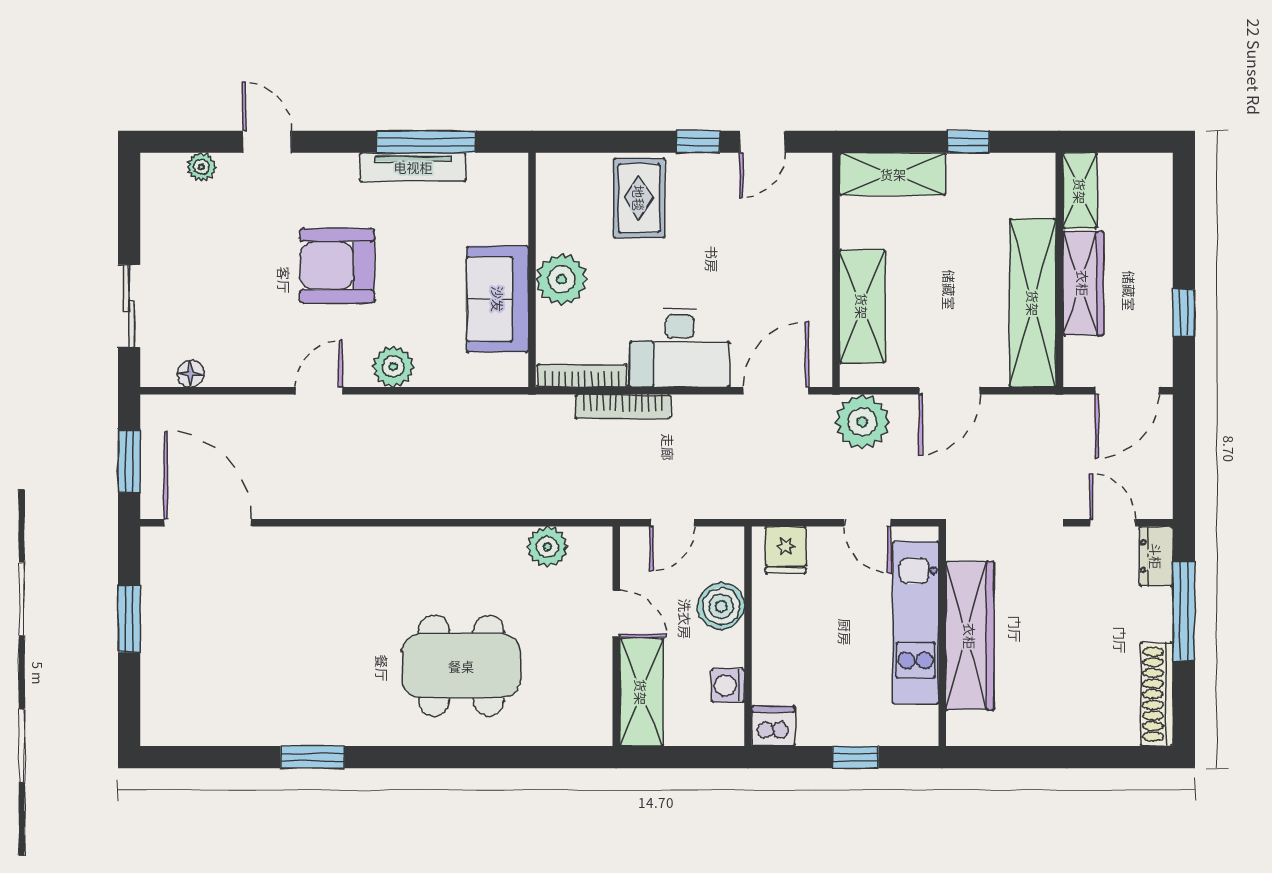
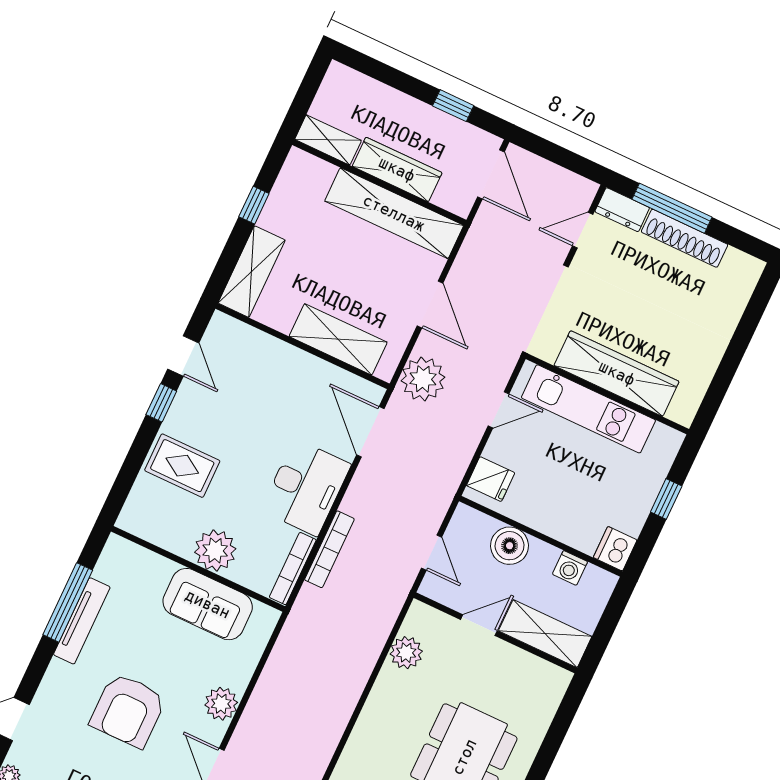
shoe rack: (1157, 694) -> (685, 238), moved

